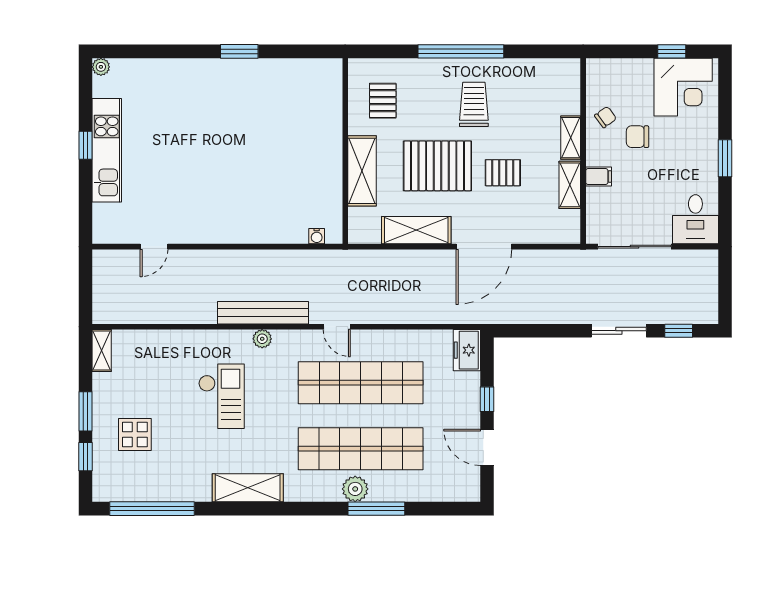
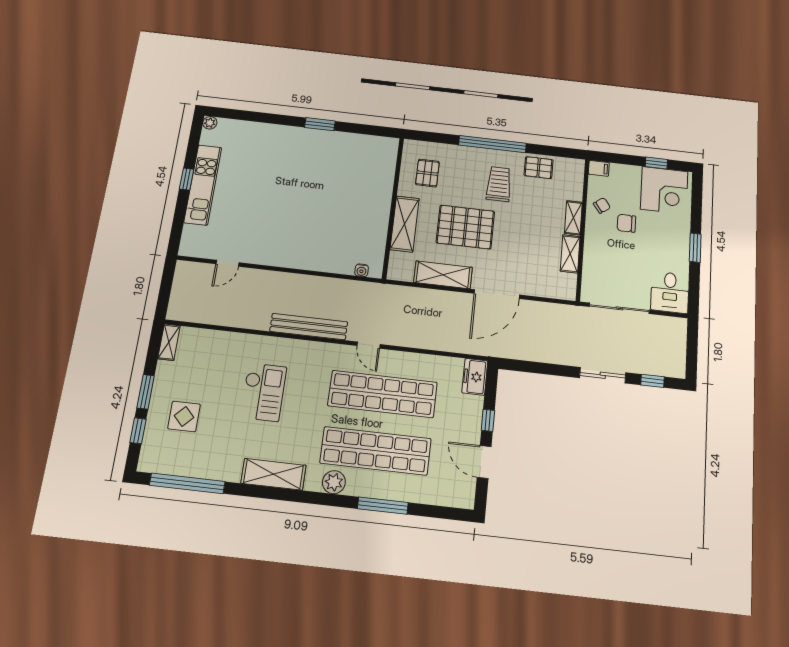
pallet: (503, 173) -> (539, 168), moved
filing cabinet: (599, 177) -> (599, 168), moved
plant: (262, 339) -> (305, 348), removed
plant: (355, 489) -> (334, 482), moved

